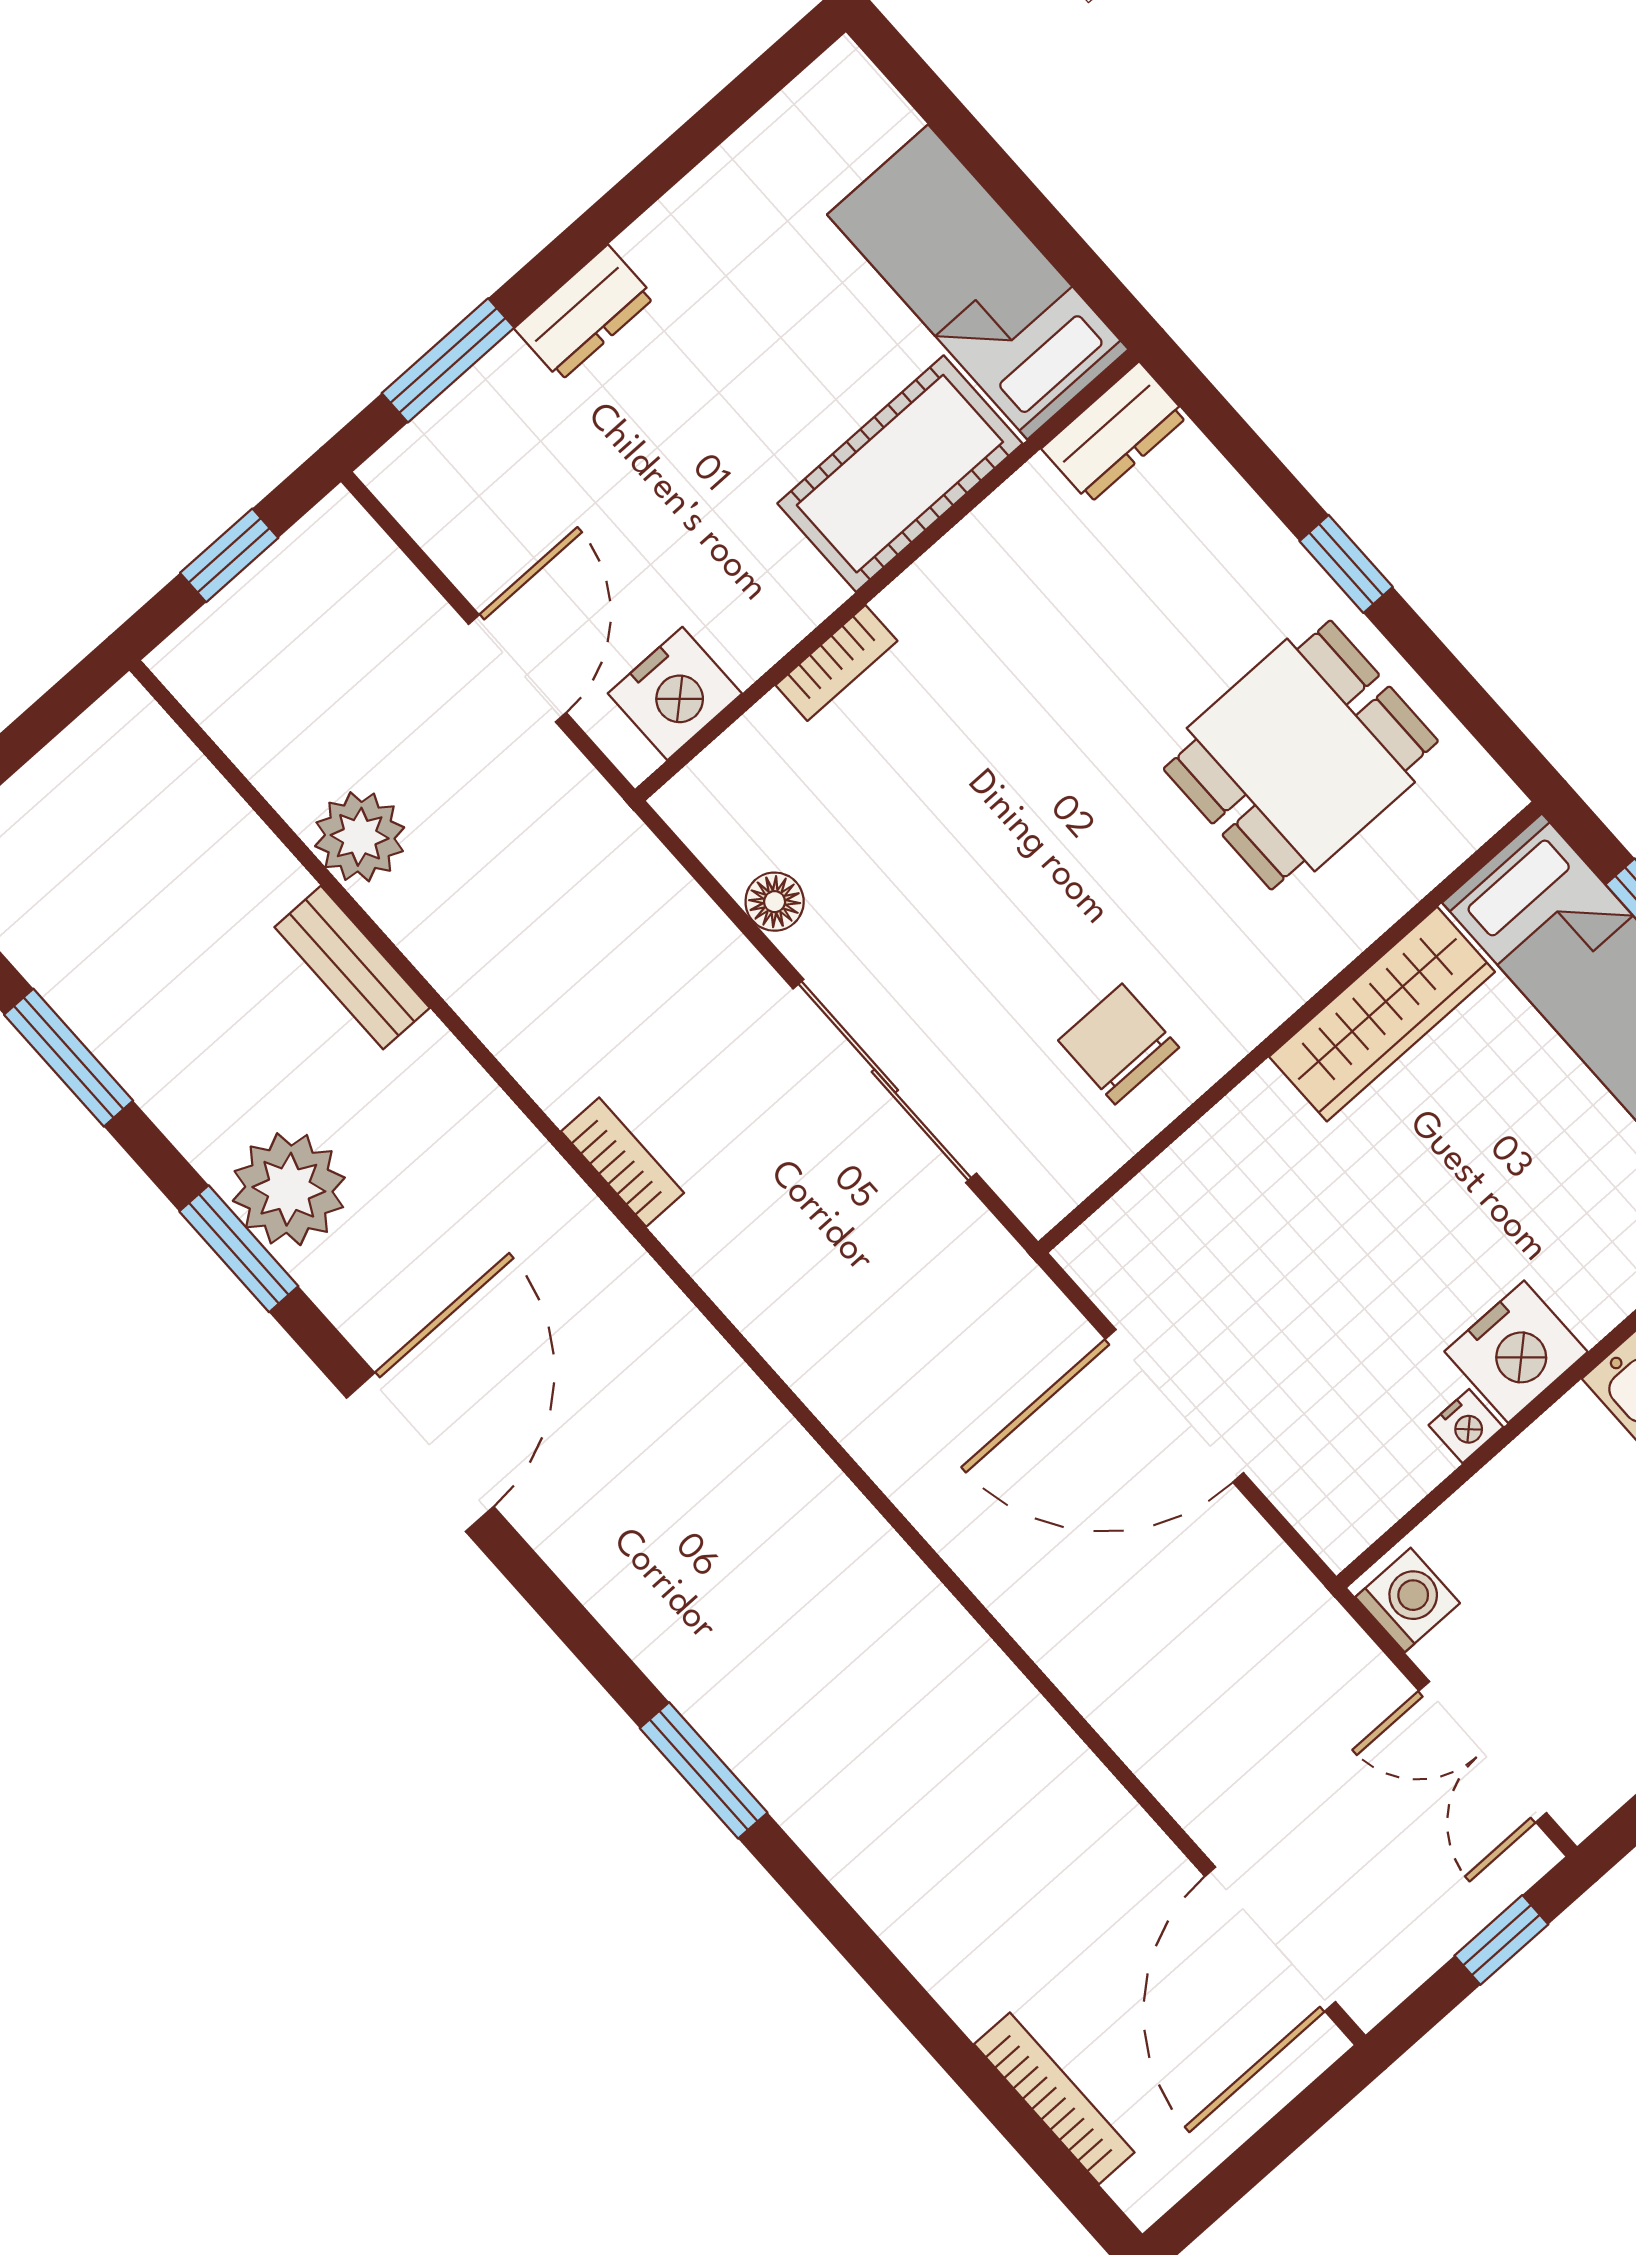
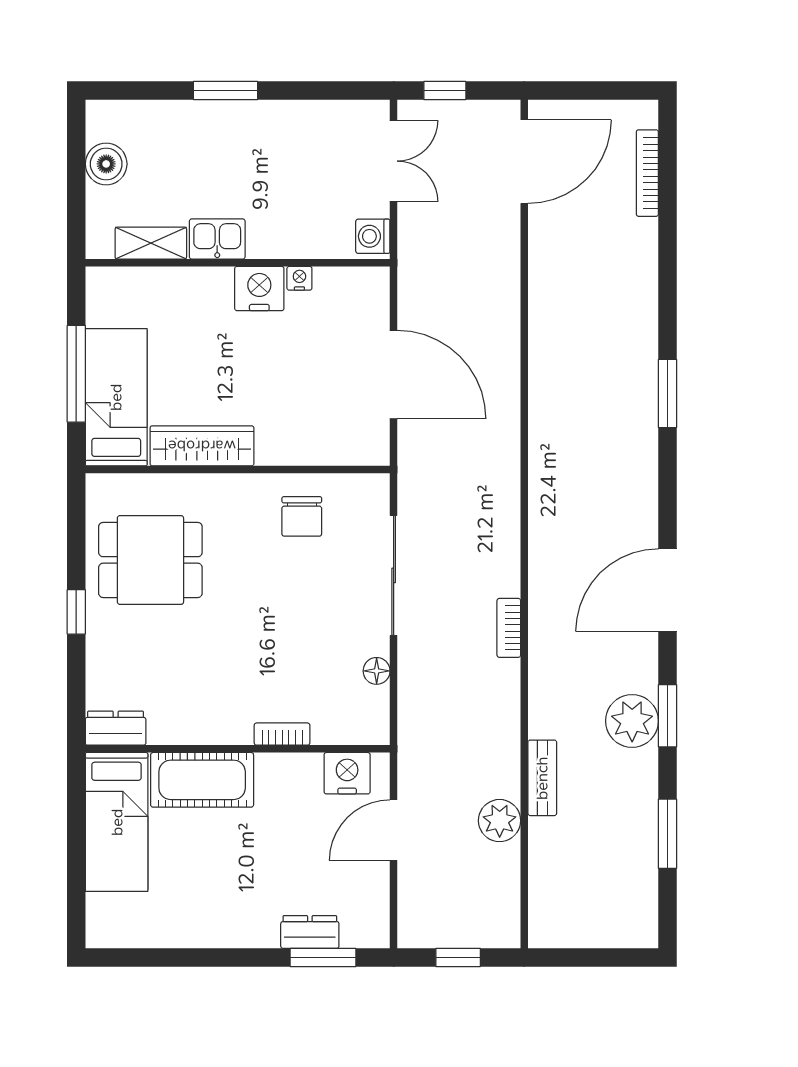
dresser: (584, 313) -> (310, 932), moved

